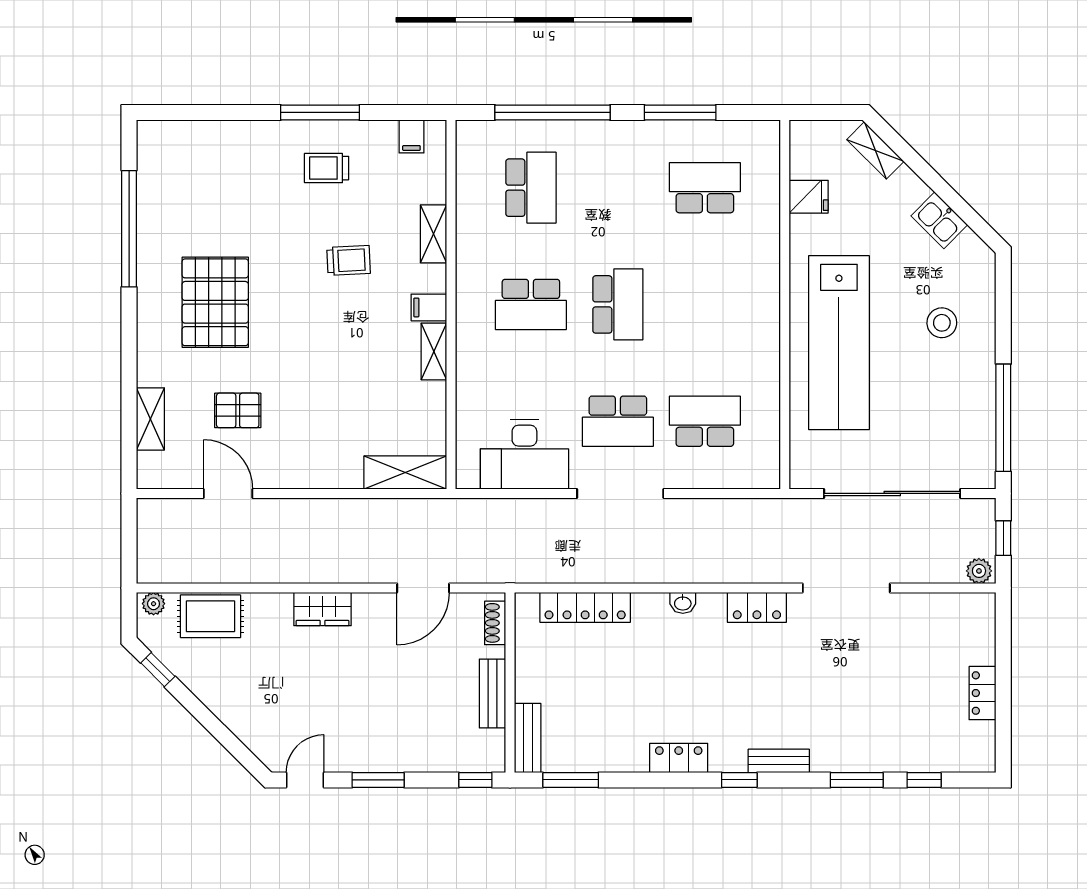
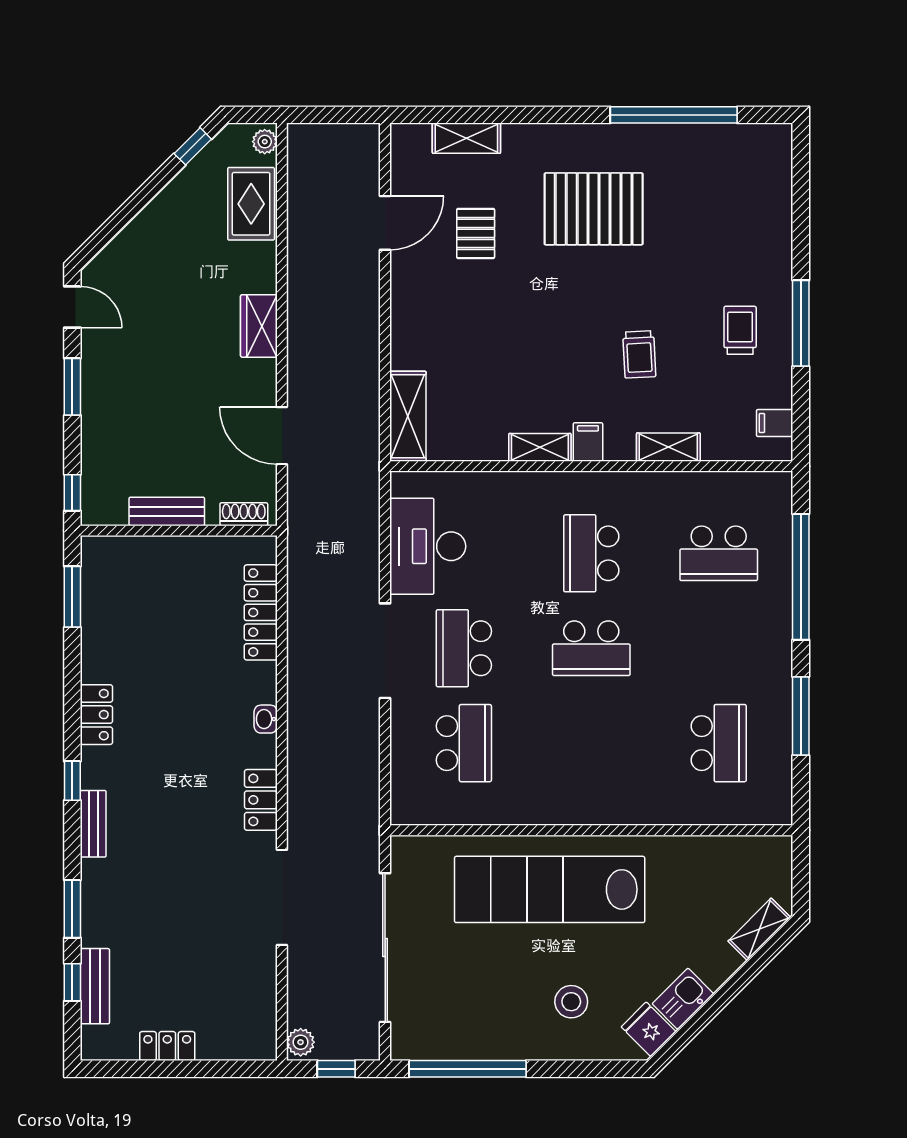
fridge: (809, 197) -> (649, 1029), moved, turned 135
bench: (528, 738) -> (95, 986), moved, turned 90

